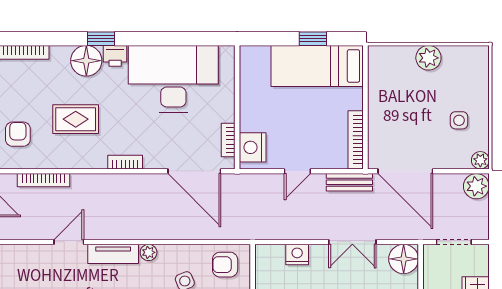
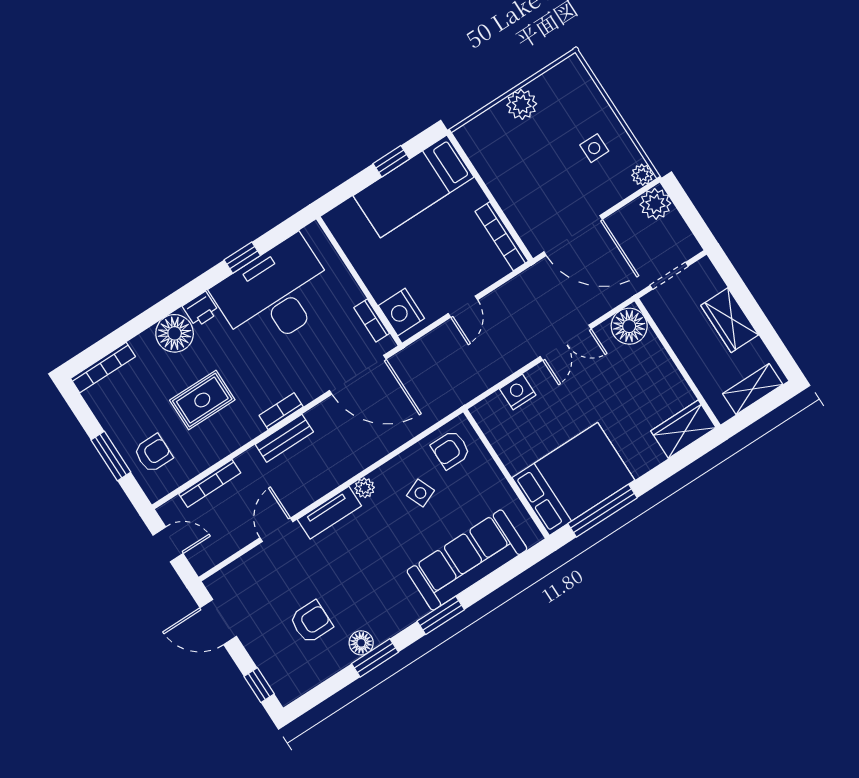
window: (101, 39) -> (242, 258), moved
armchair: (18, 134) -> (153, 453), turned 90
bench: (349, 182) -> (284, 438), moved

